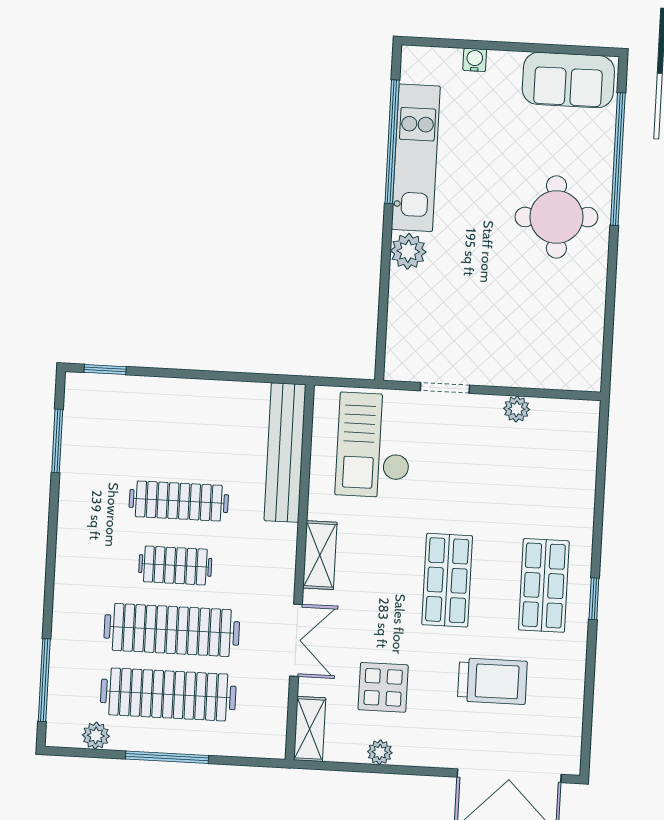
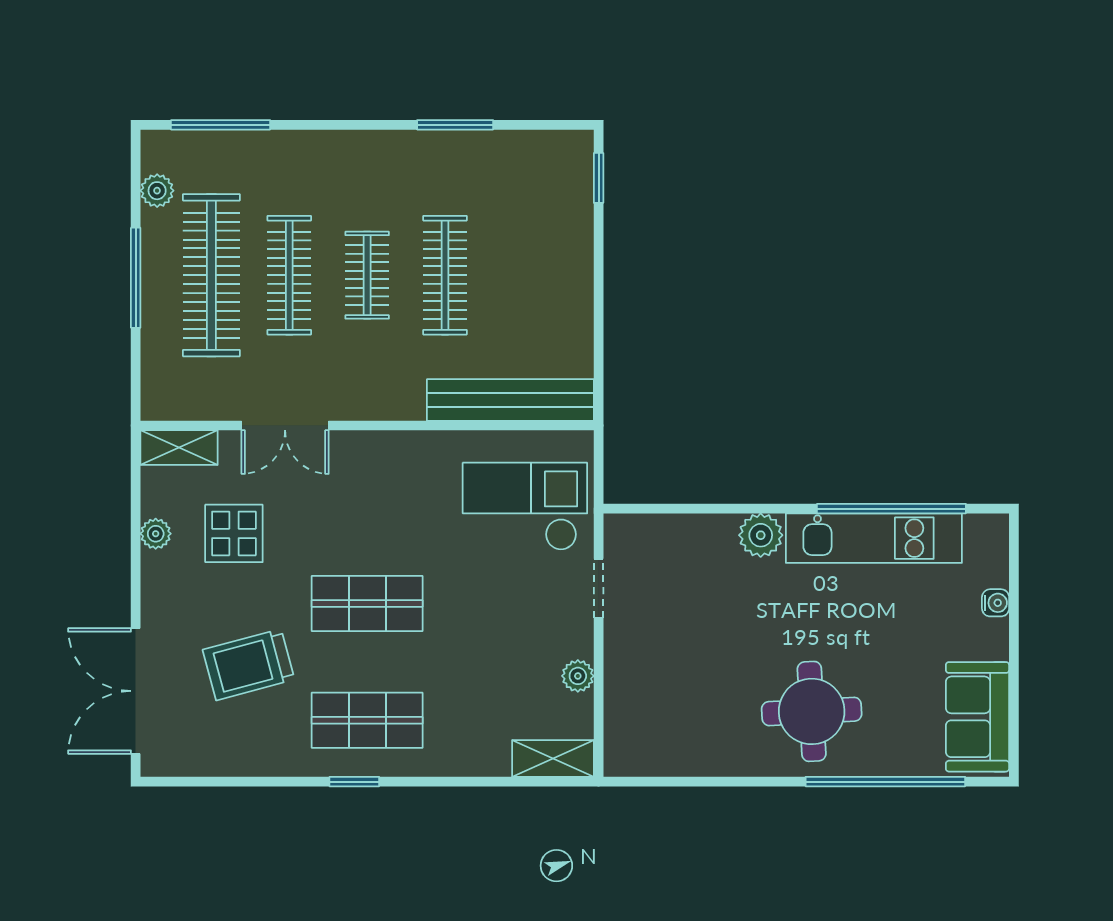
window: (57, 441) -> (455, 125), moved
shelving: (320, 555) -> (553, 758), moved
clothes rail: (172, 630) -> (289, 275), width x0.73, depth x0.76
trolley: (492, 681) -> (249, 665), turned 75

